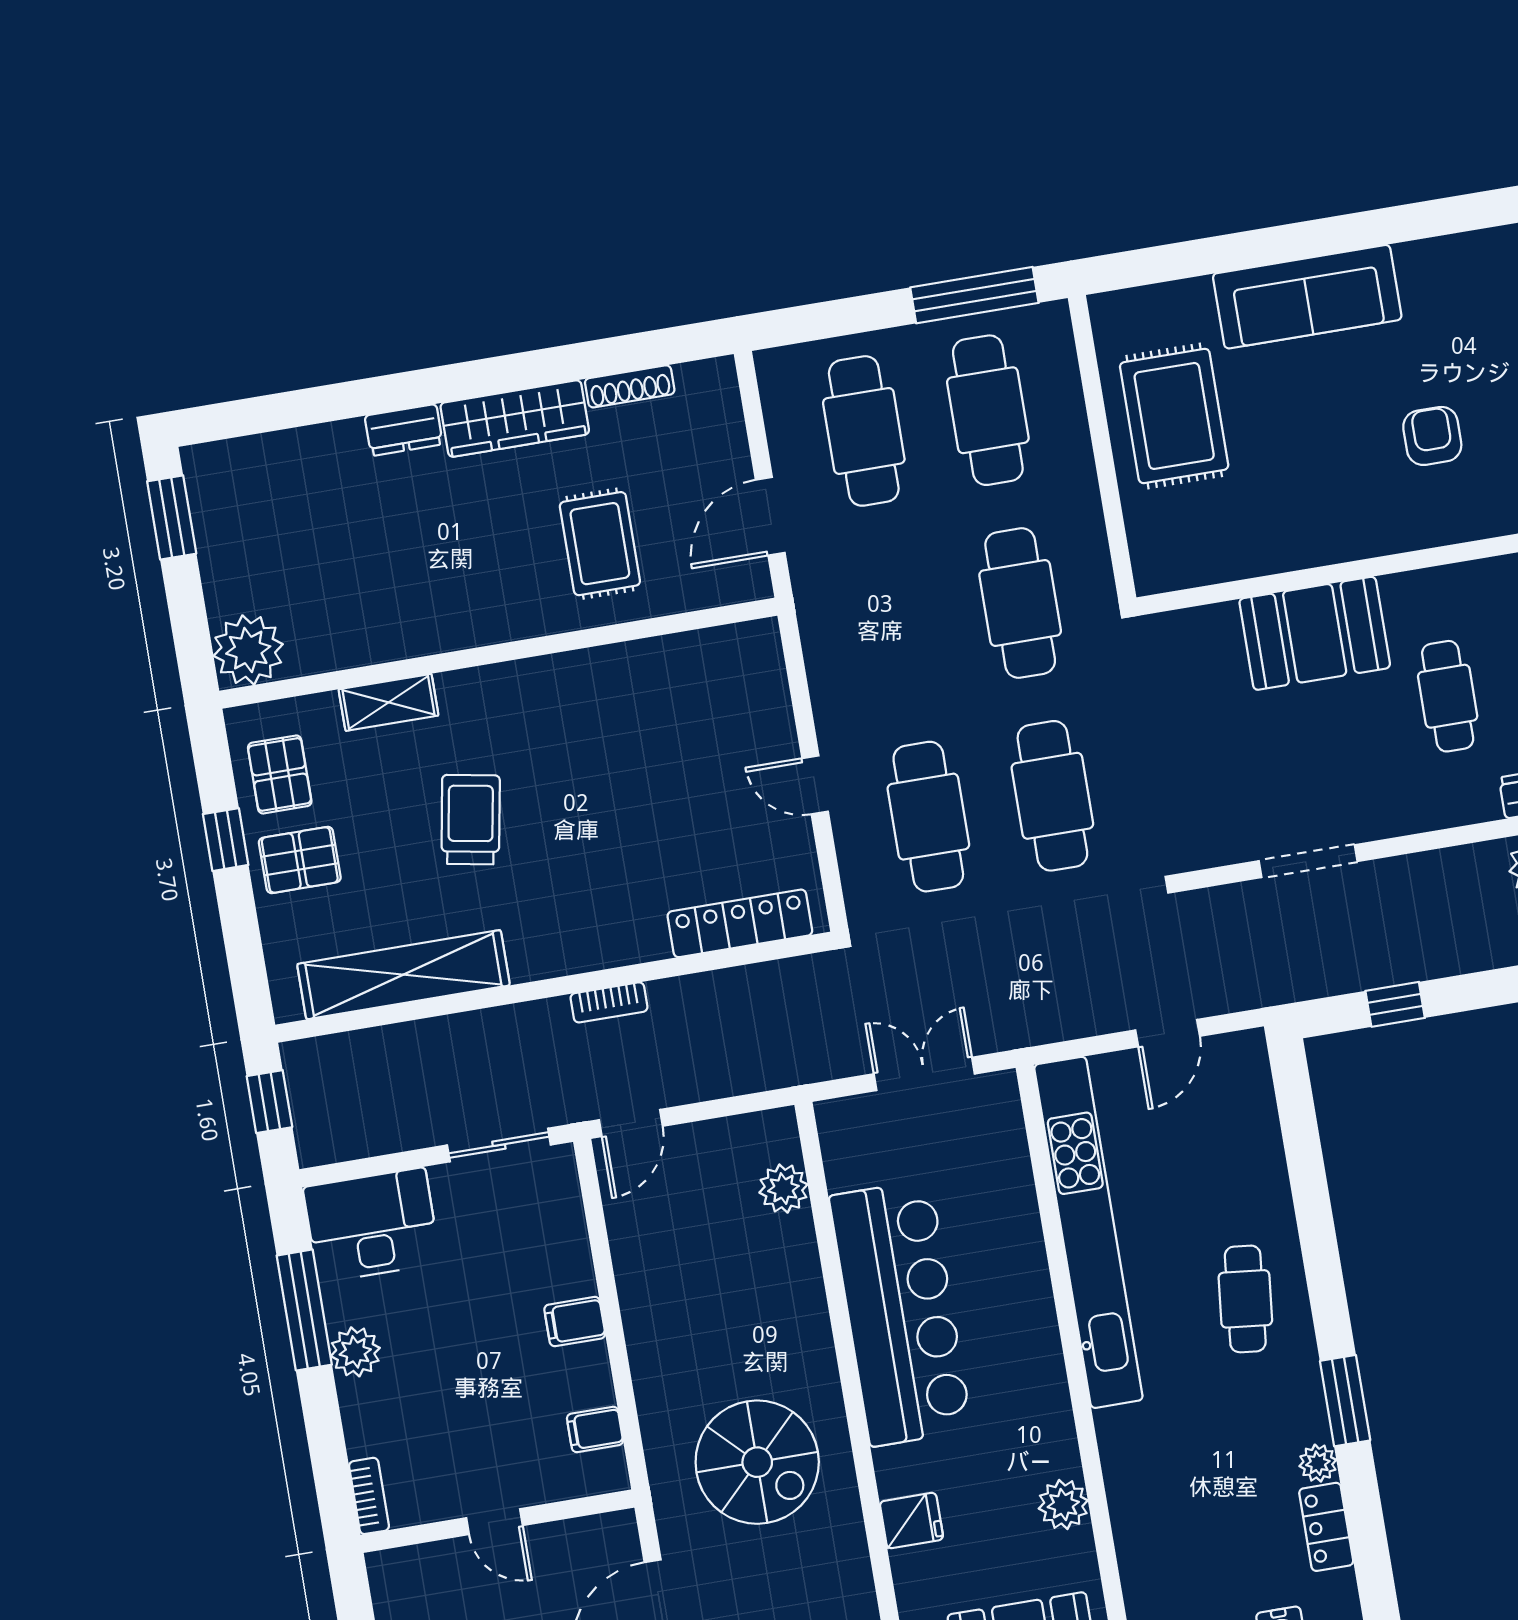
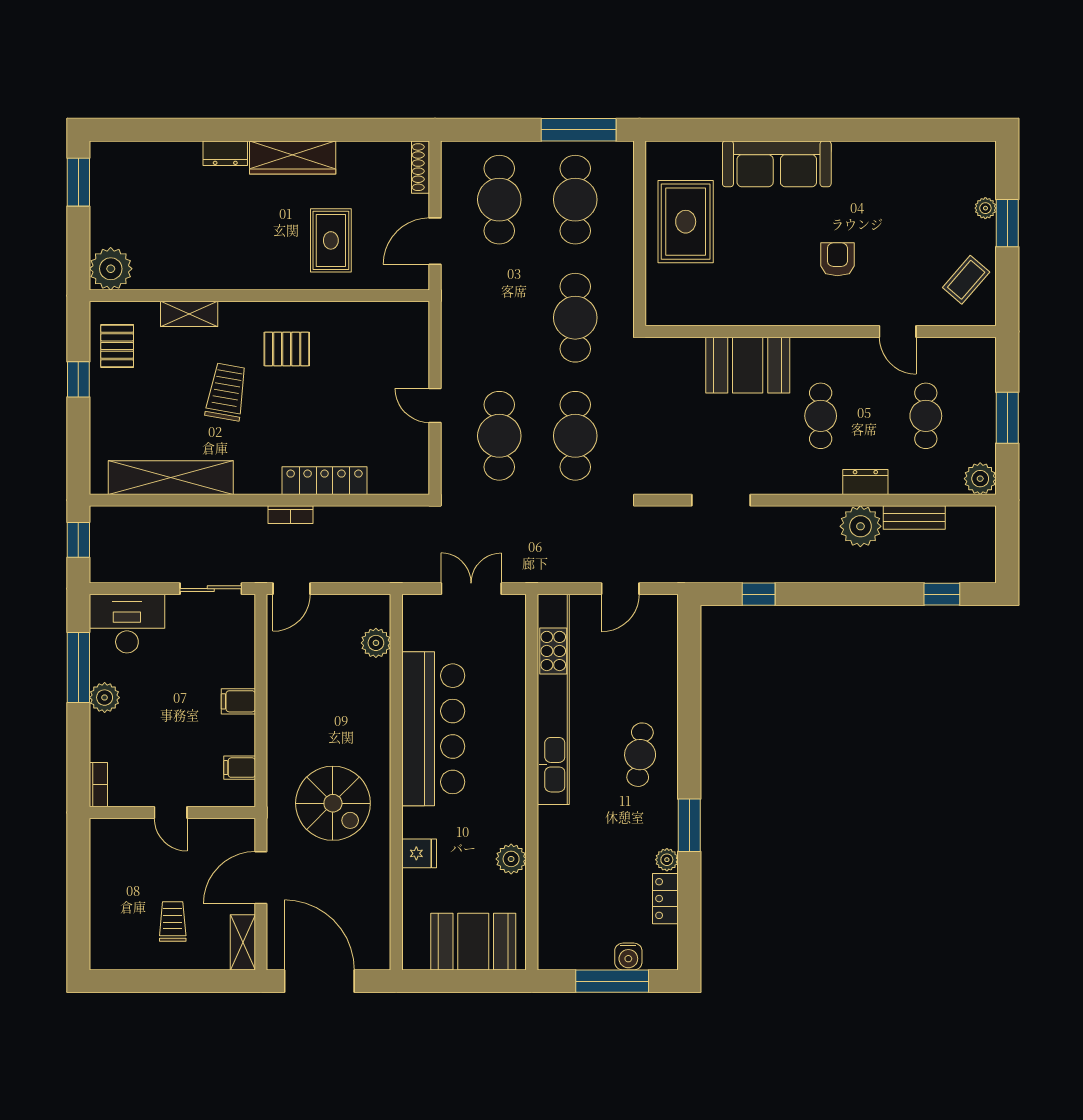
shoe rack: (630, 386) -> (420, 167), moved, turned 90
pallet: (300, 860) -> (287, 349), moved
locker: (740, 923) -> (325, 481), moved

